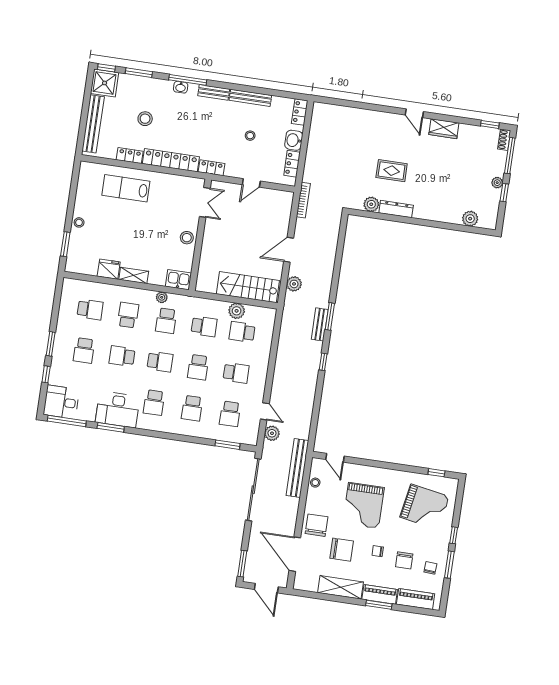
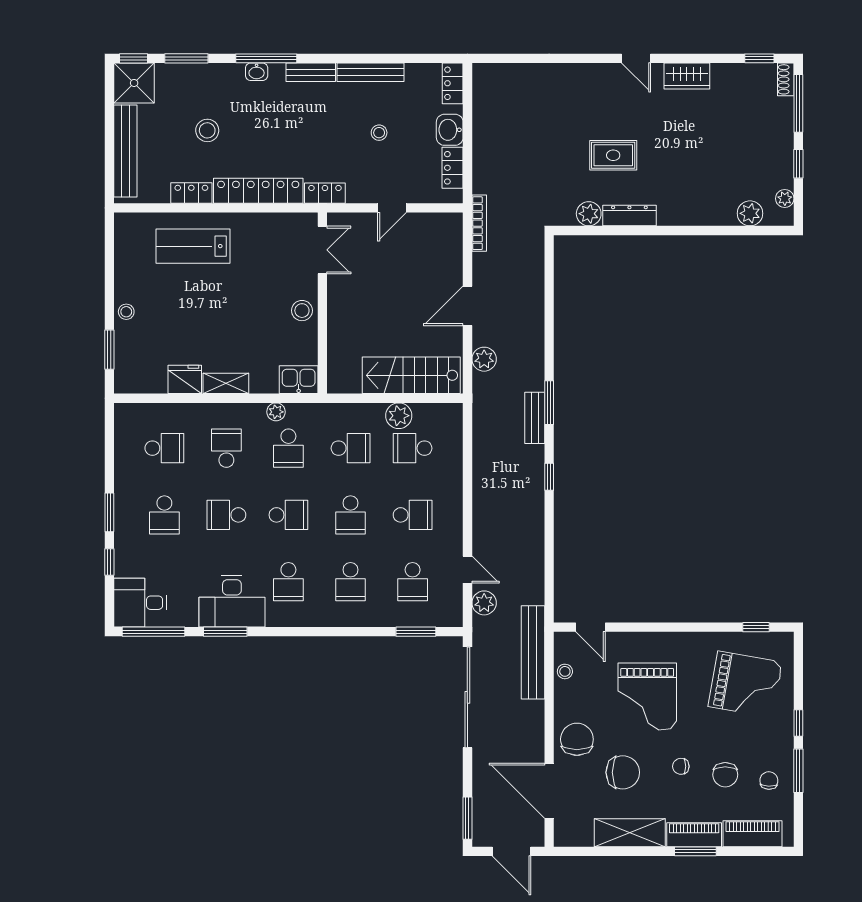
plant: (497, 183) -> (785, 199), moved

